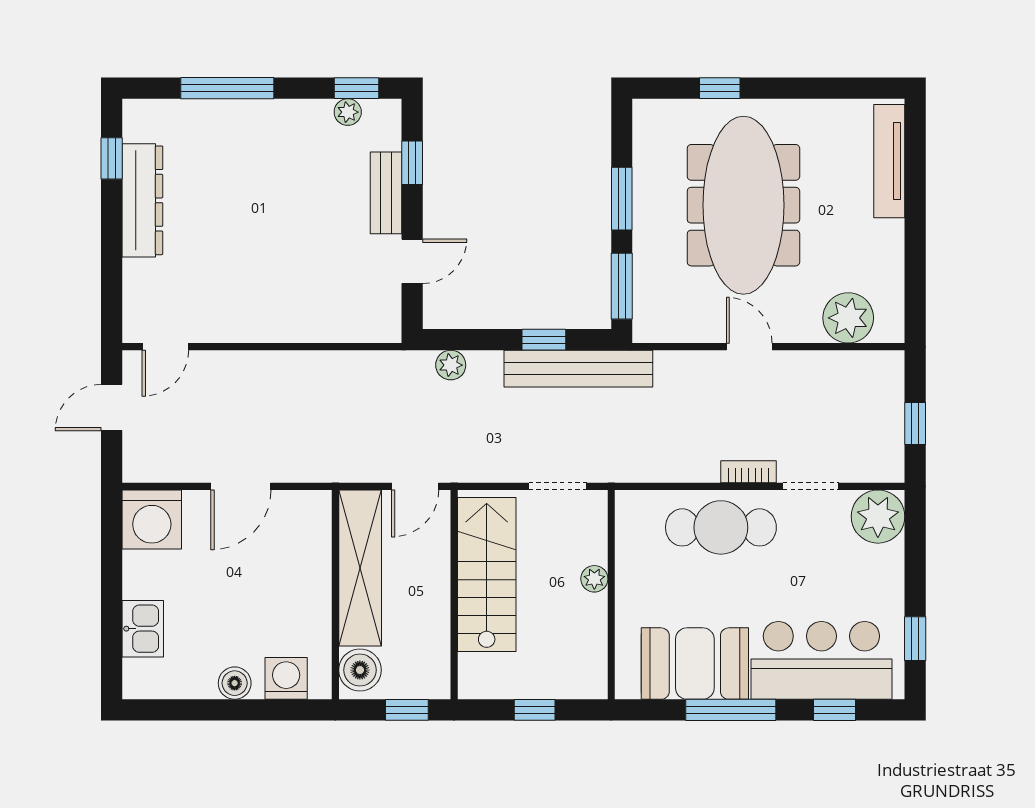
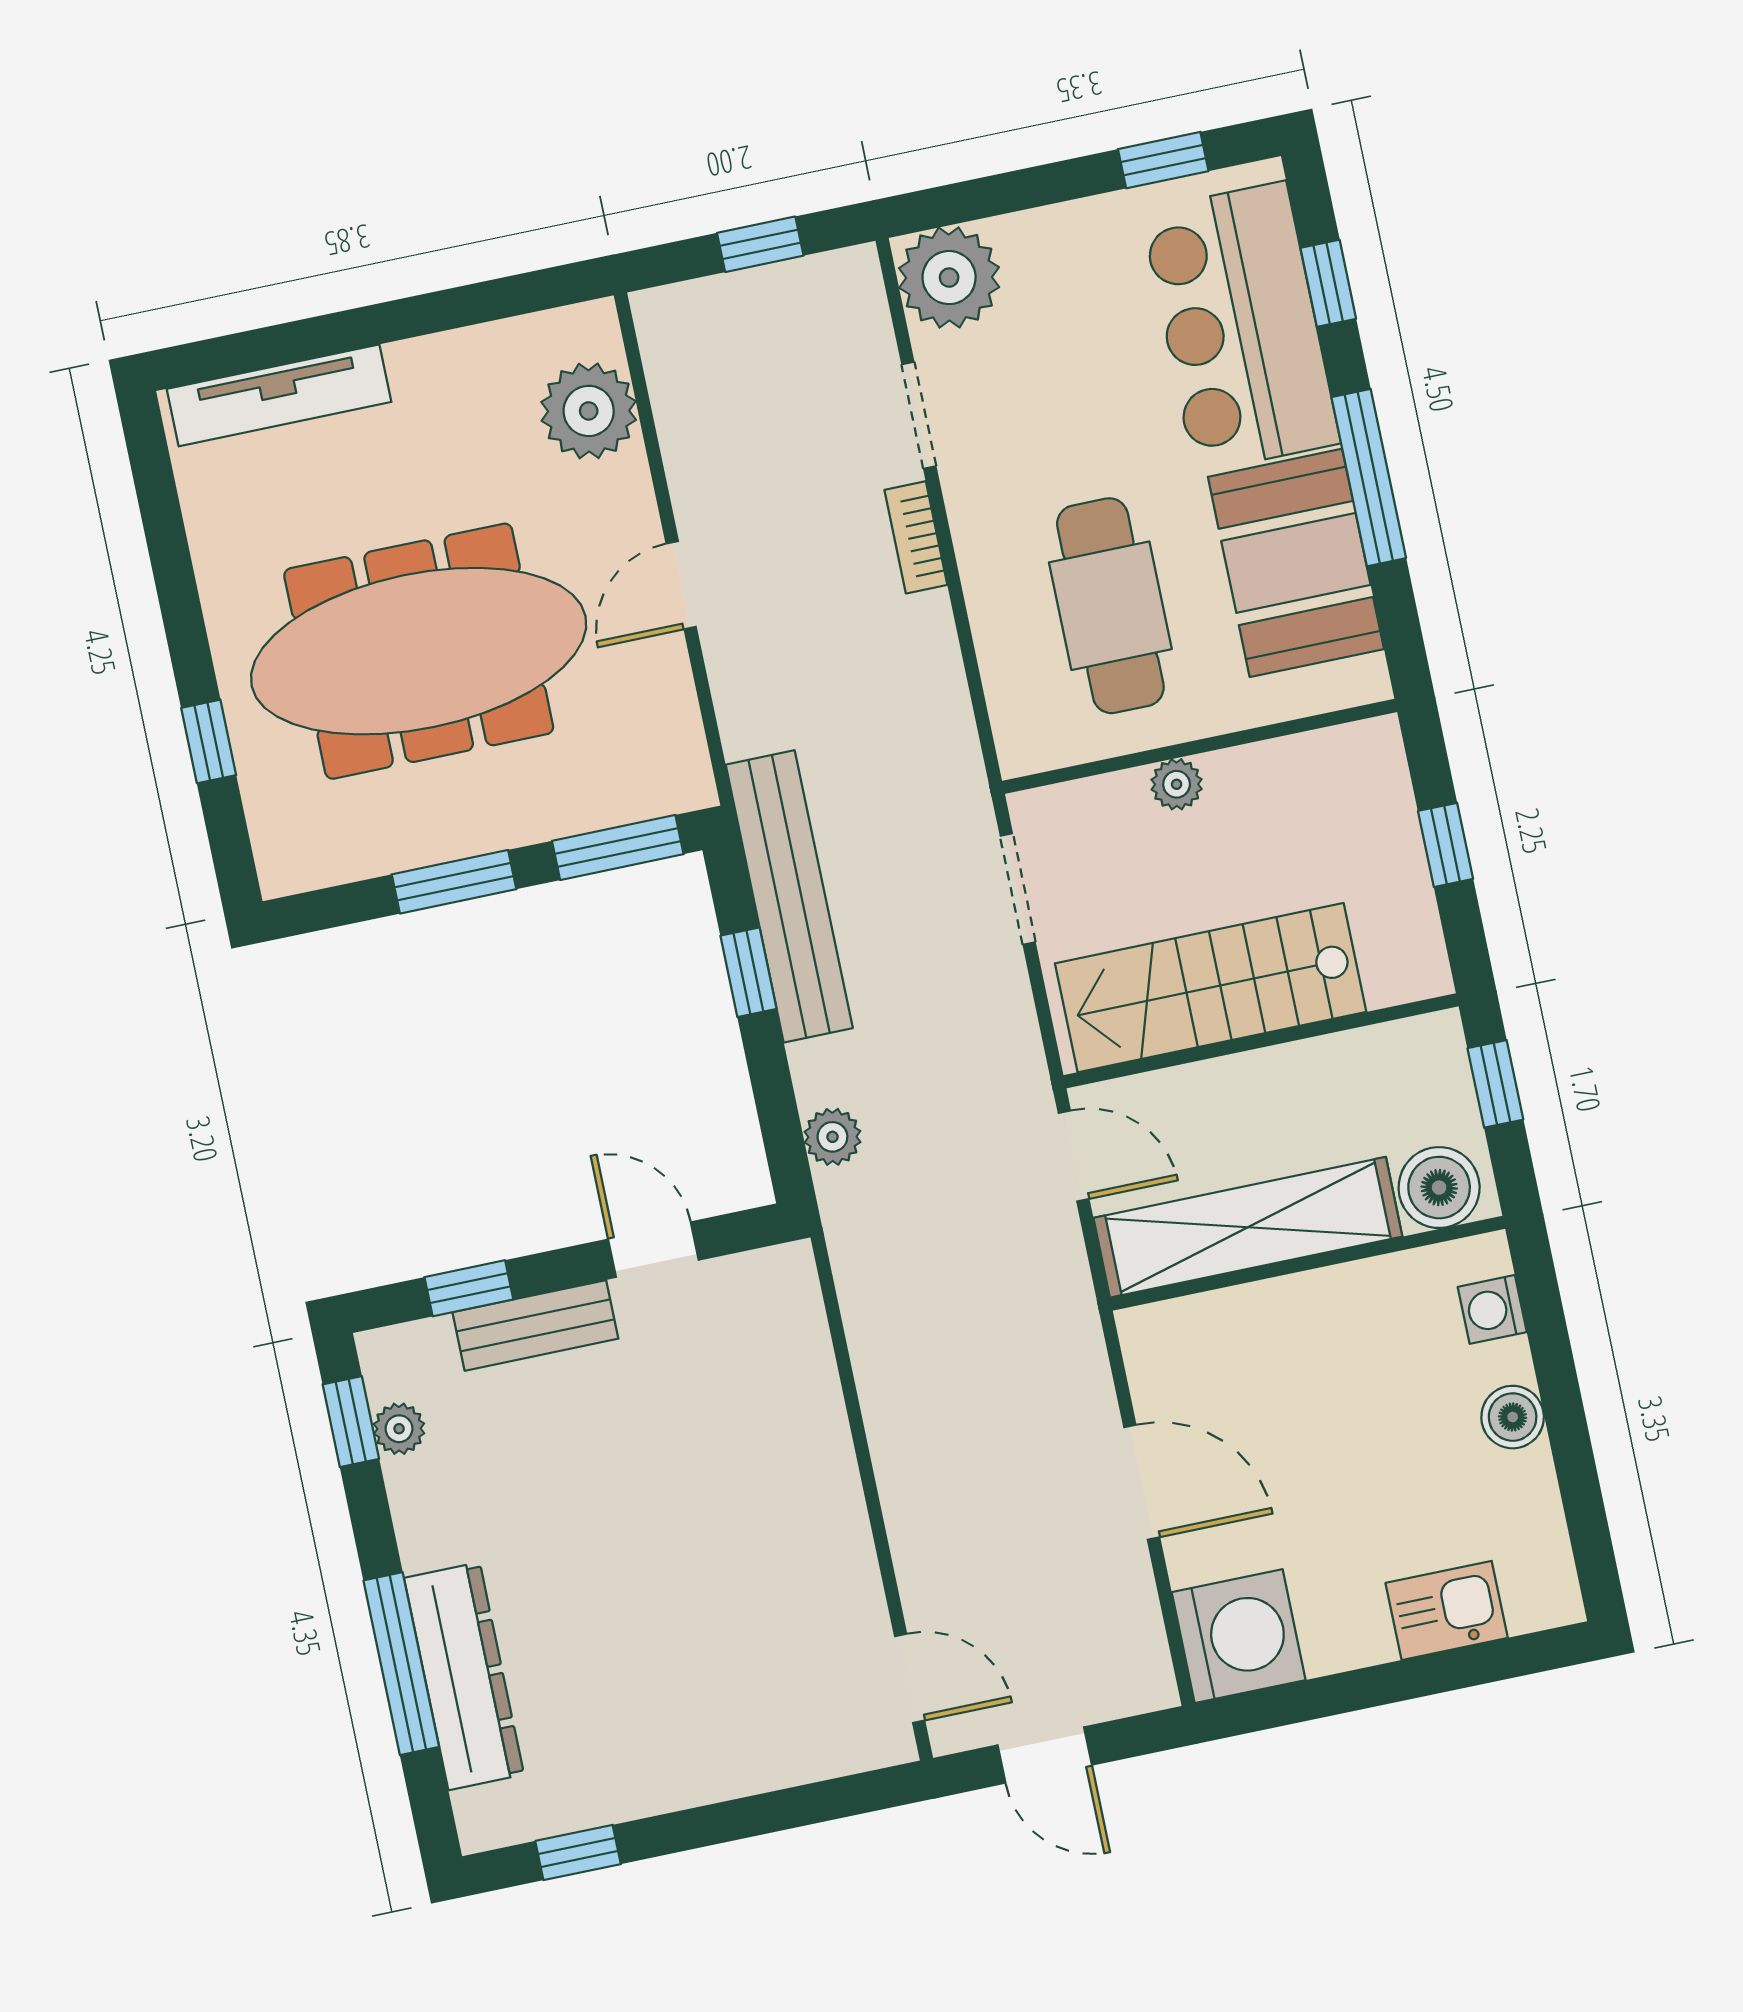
dresser: (142, 200) -> (464, 1676), moved, turned 90
cafe table: (721, 527) -> (1110, 606), moved
washing machine: (286, 678) -> (1492, 1309), width x0.73, depth x0.73

